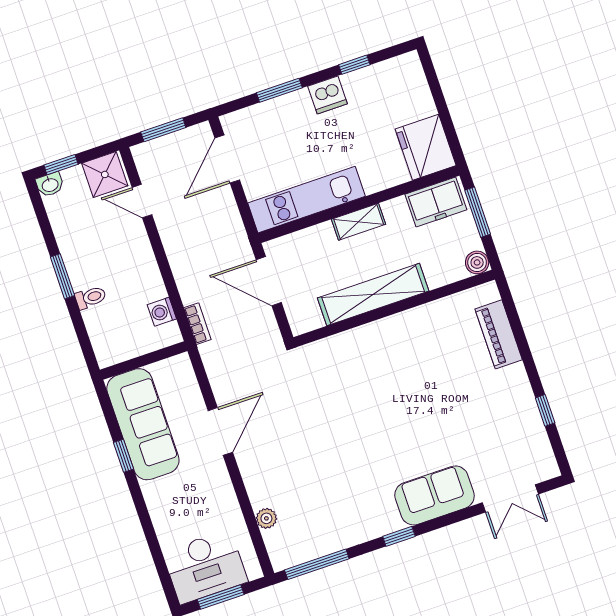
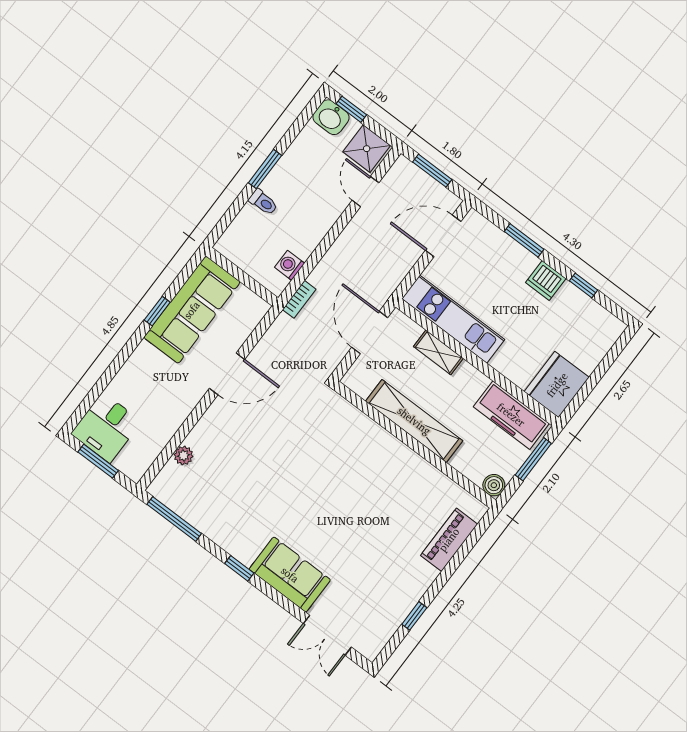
washbasin: (50, 185) -> (331, 117), width x1.38, depth x1.45
freezer: (436, 202) -> (511, 415), width x1.40
shelving: (359, 222) -> (438, 352), moved
desk: (205, 567) -> (106, 428), width x0.73

